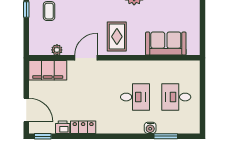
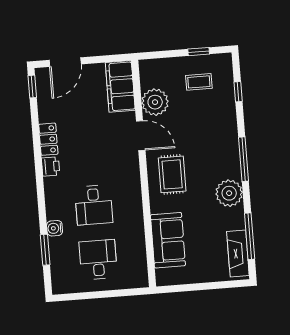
rug: (117, 37) -> (172, 174), turned 90
plant: (57, 50) -> (155, 102), width x1.87, depth x1.87
printer: (63, 127) -> (51, 166), moved

